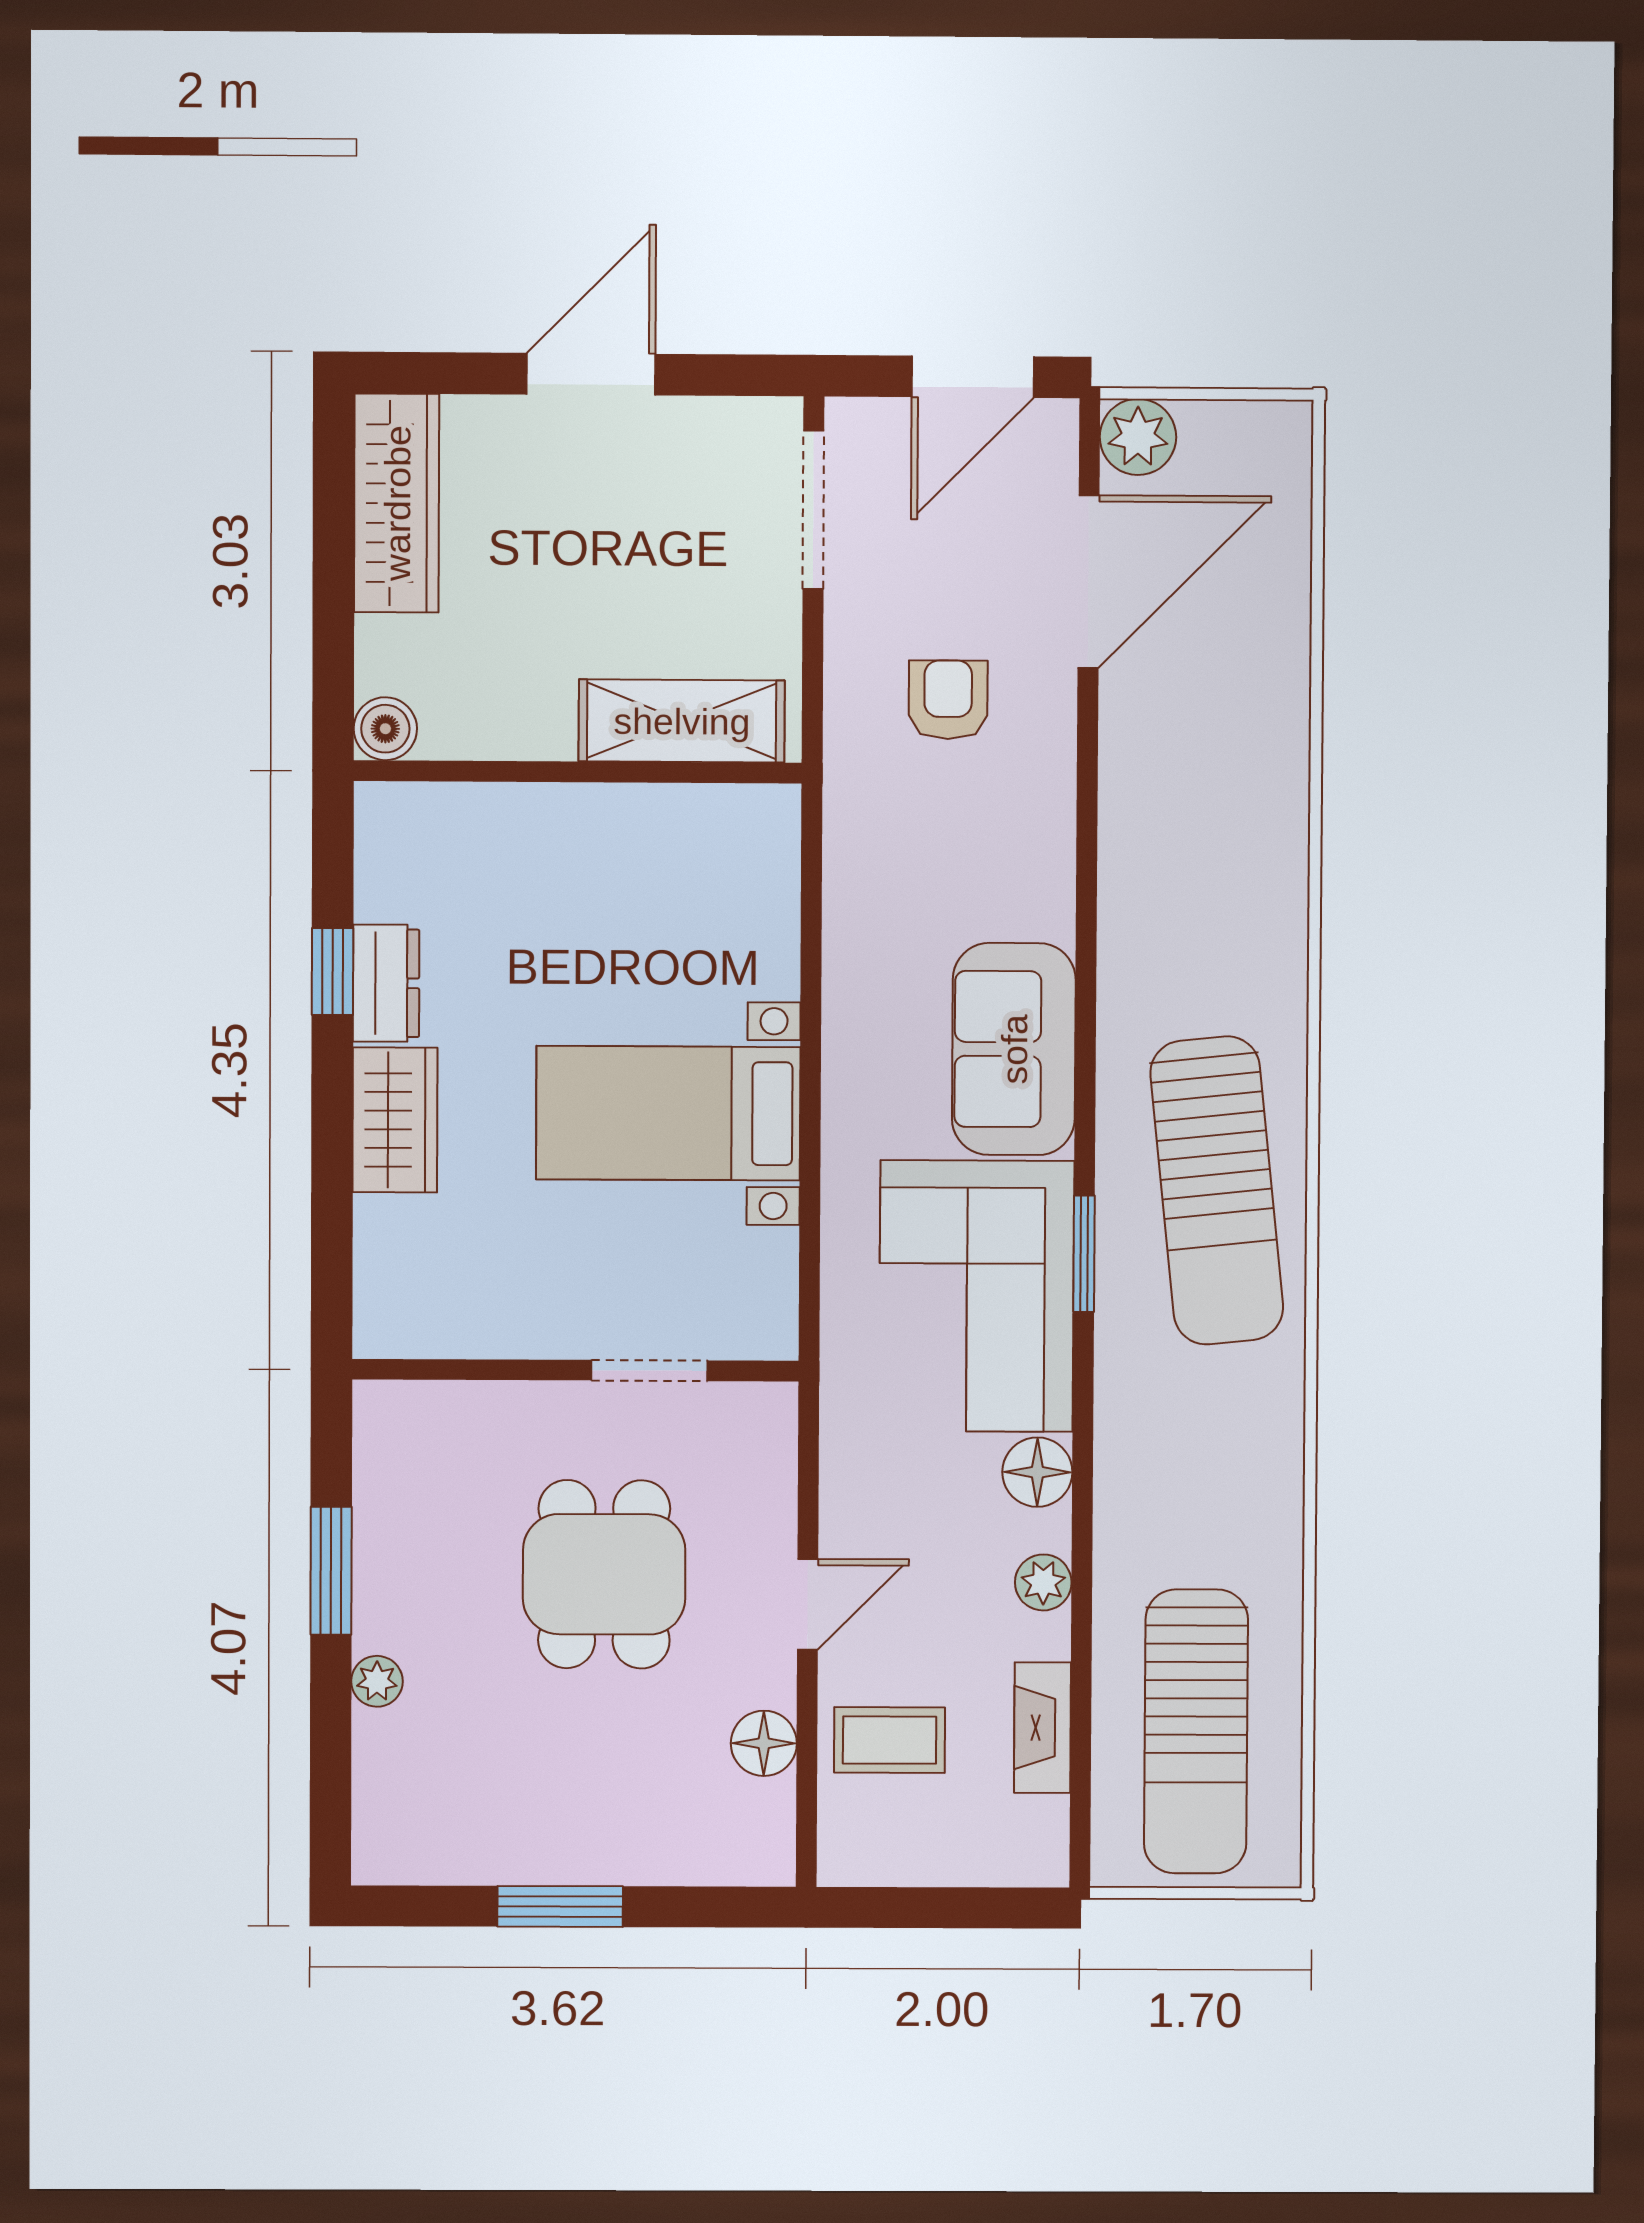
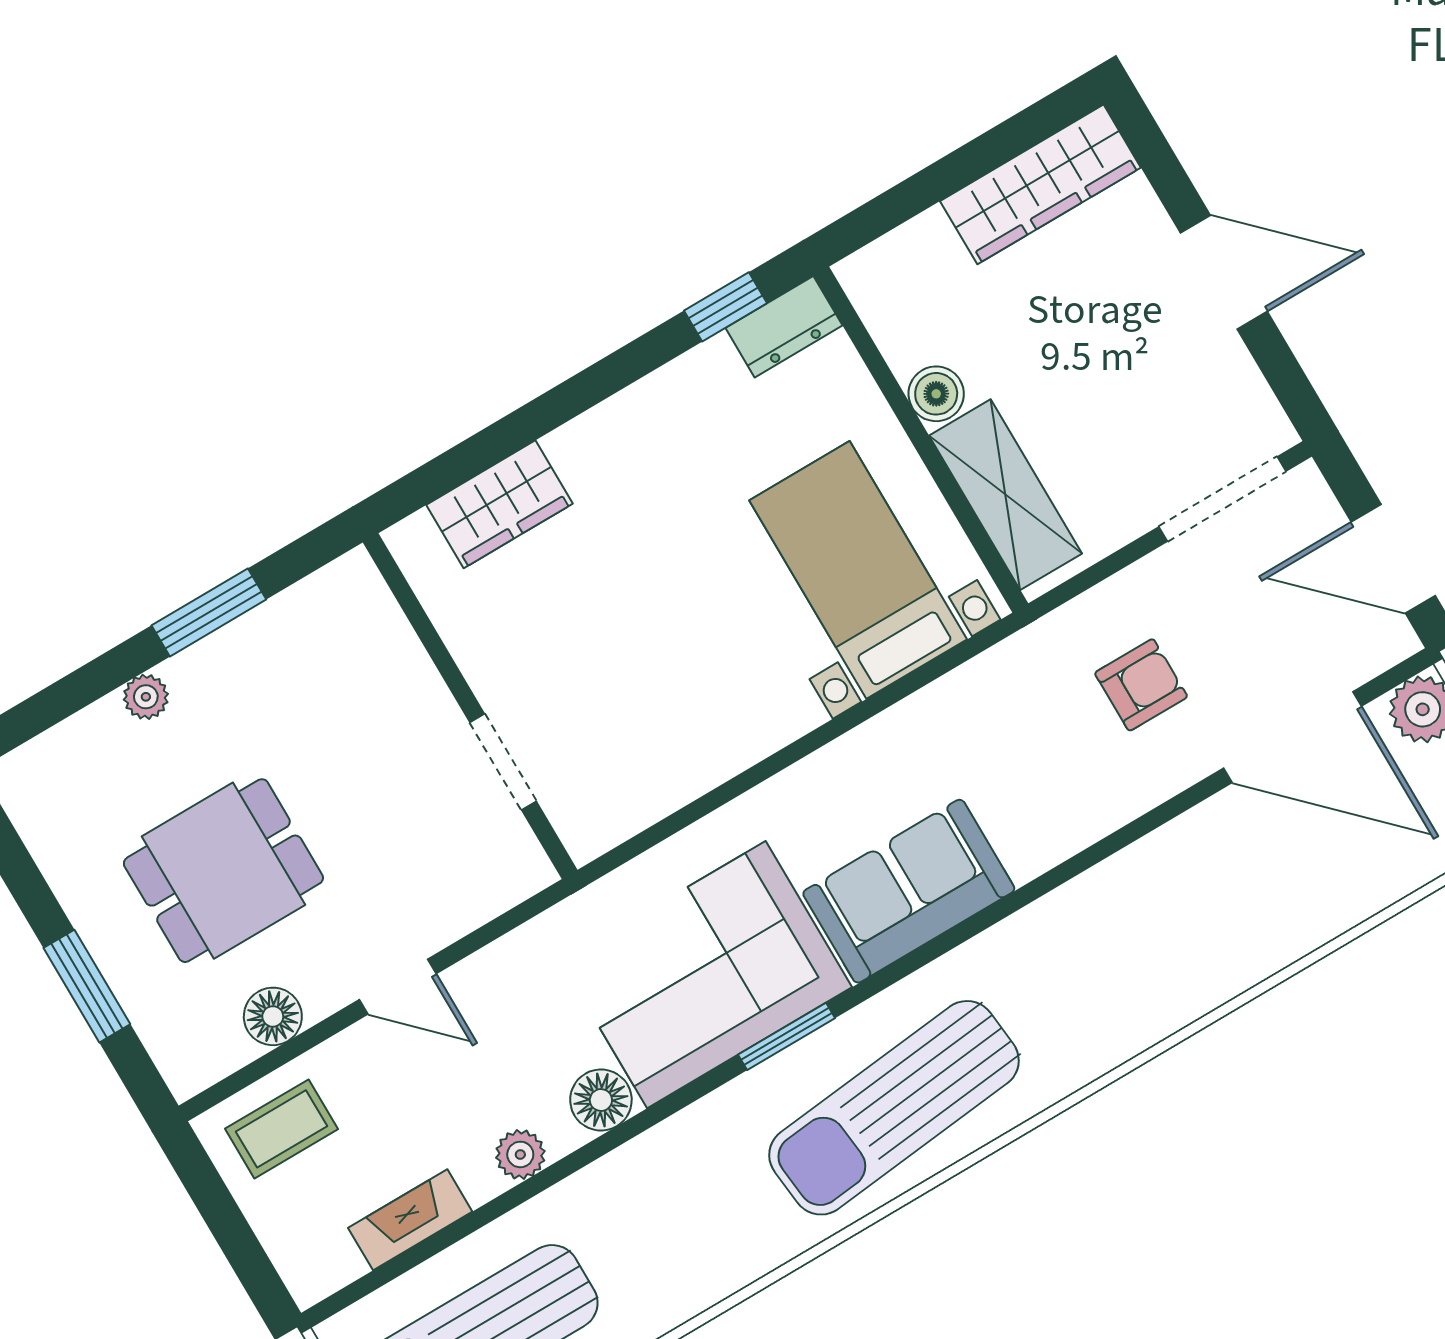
boiler: (385, 729) -> (936, 394), moved
window: (332, 972) -> (725, 307), moved
dresser: (386, 983) -> (784, 327), moved
bed with nightstands: (668, 1113) -> (858, 570), moved
wardrobe: (395, 1120) -> (500, 504), moved
dining table: (604, 1574) -> (223, 871), moved
coffee table: (890, 1740) -> (281, 1129), moved, turned 90
window: (560, 1906) -> (87, 986), moved

